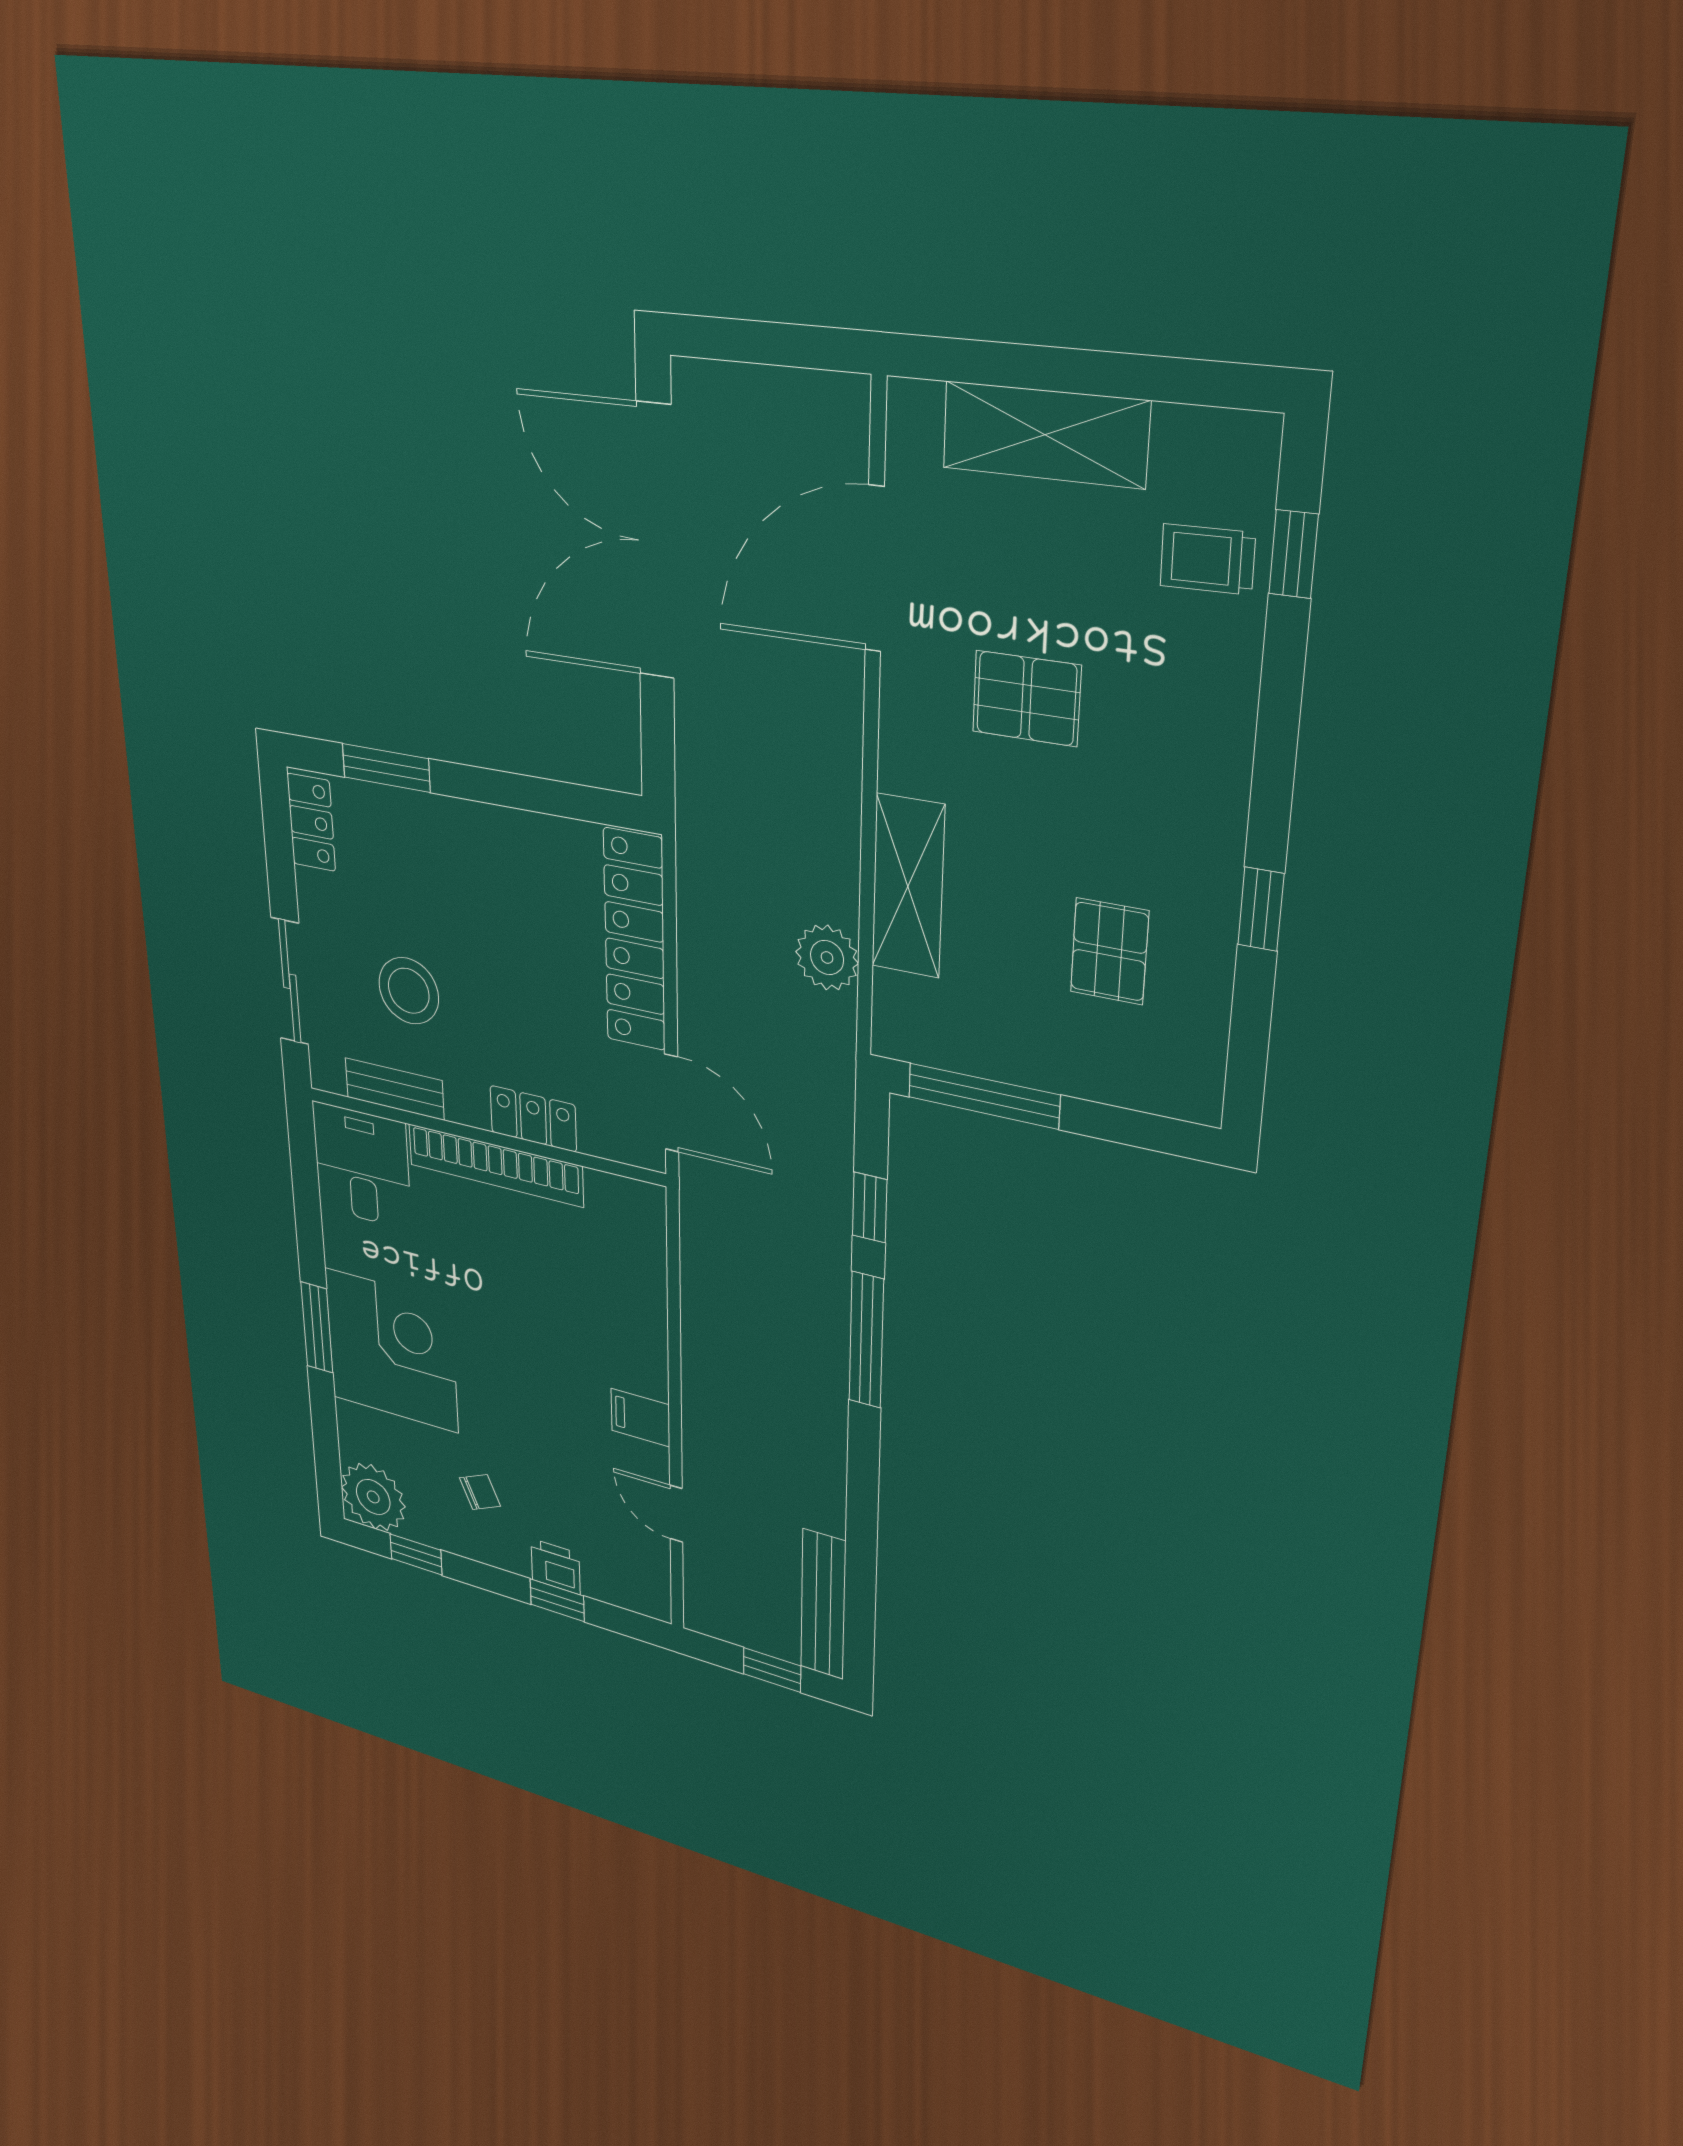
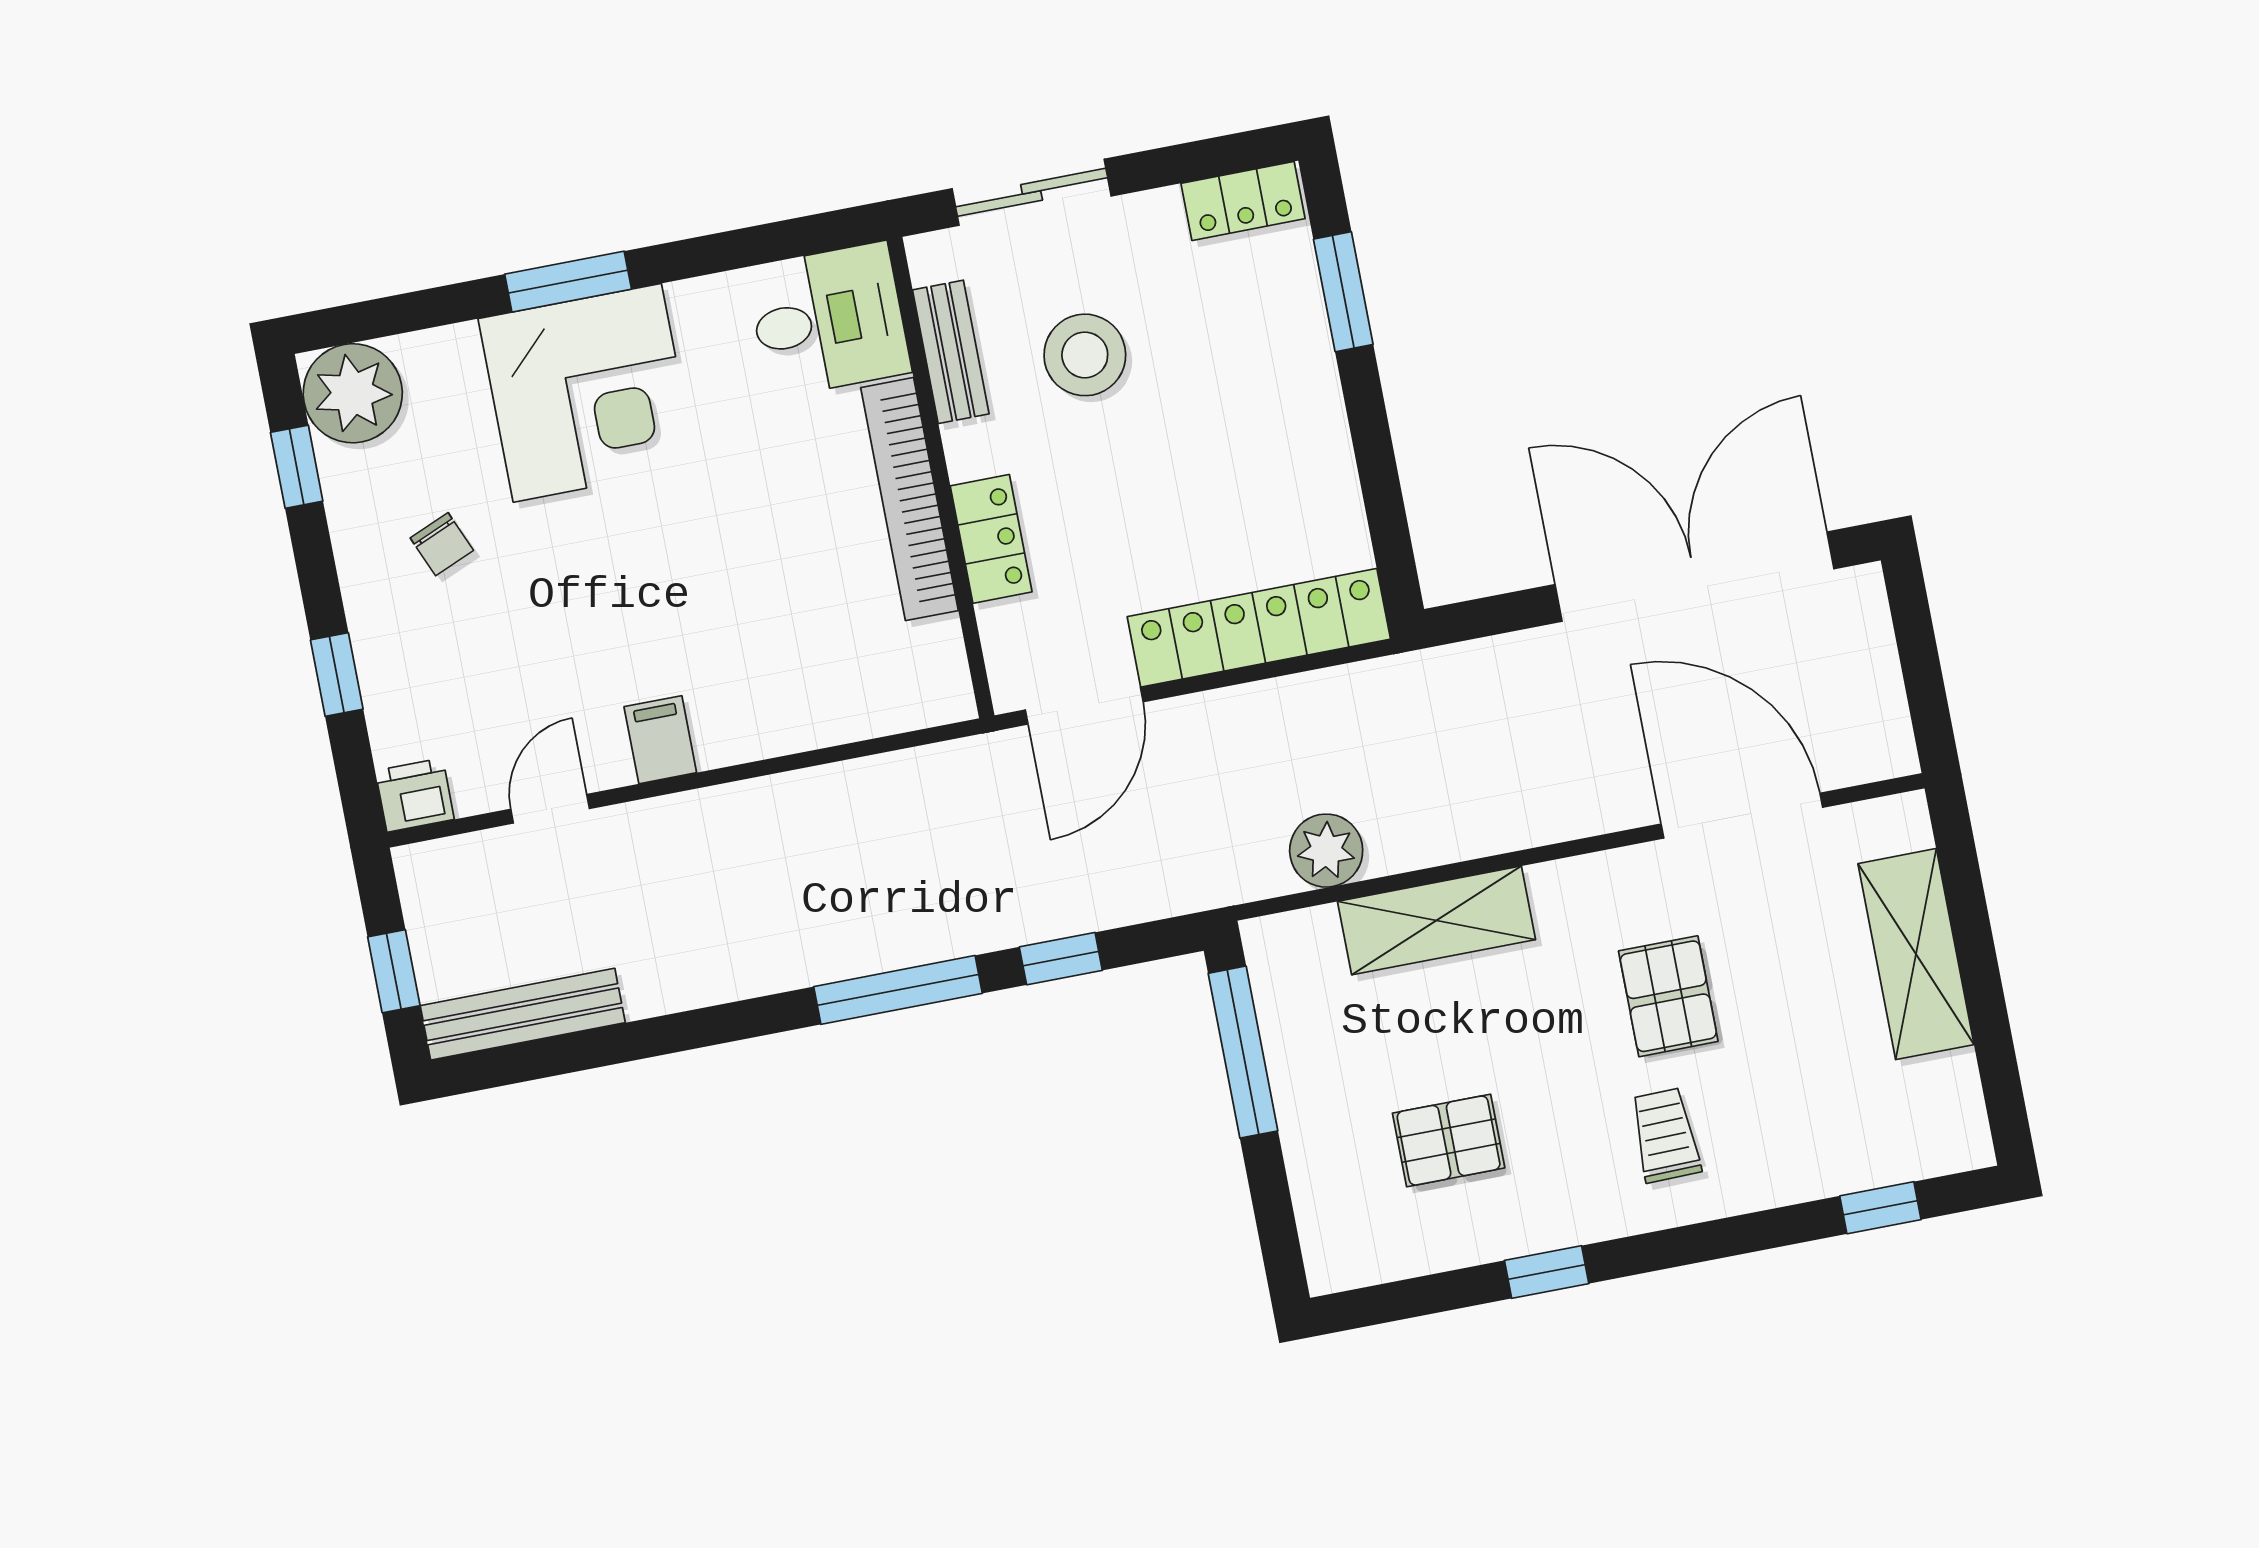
trolley: (1207, 559) -> (1665, 1135), moved
printer: (556, 1567) -> (415, 795), moved, turned -90

